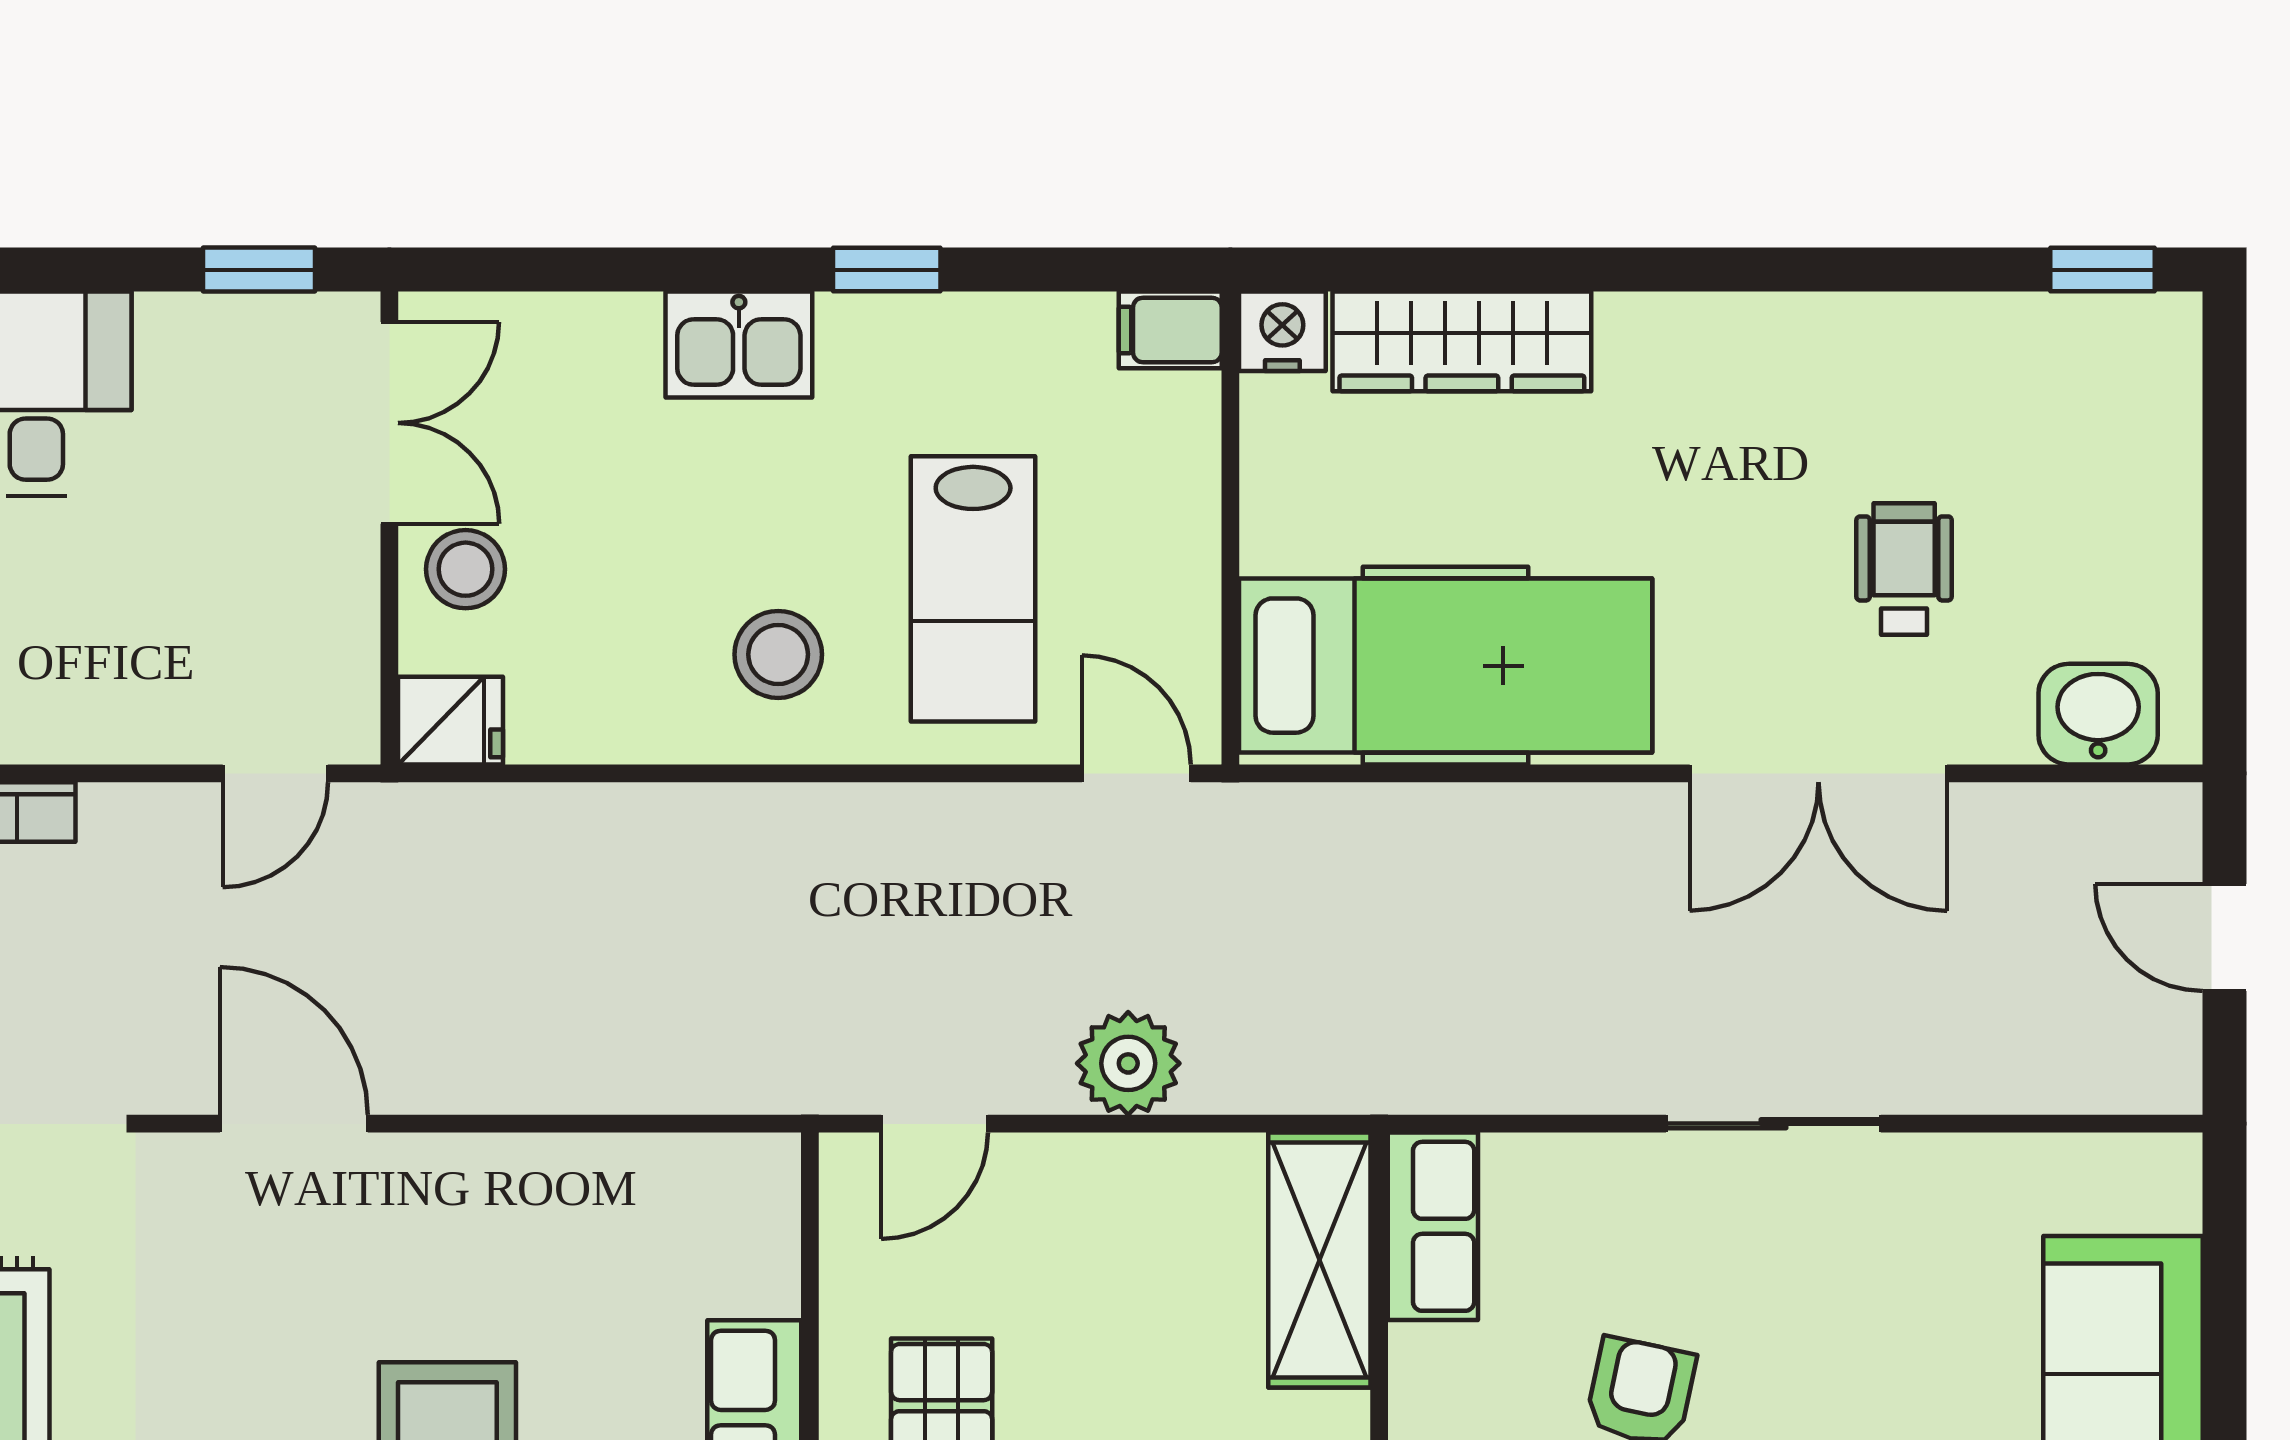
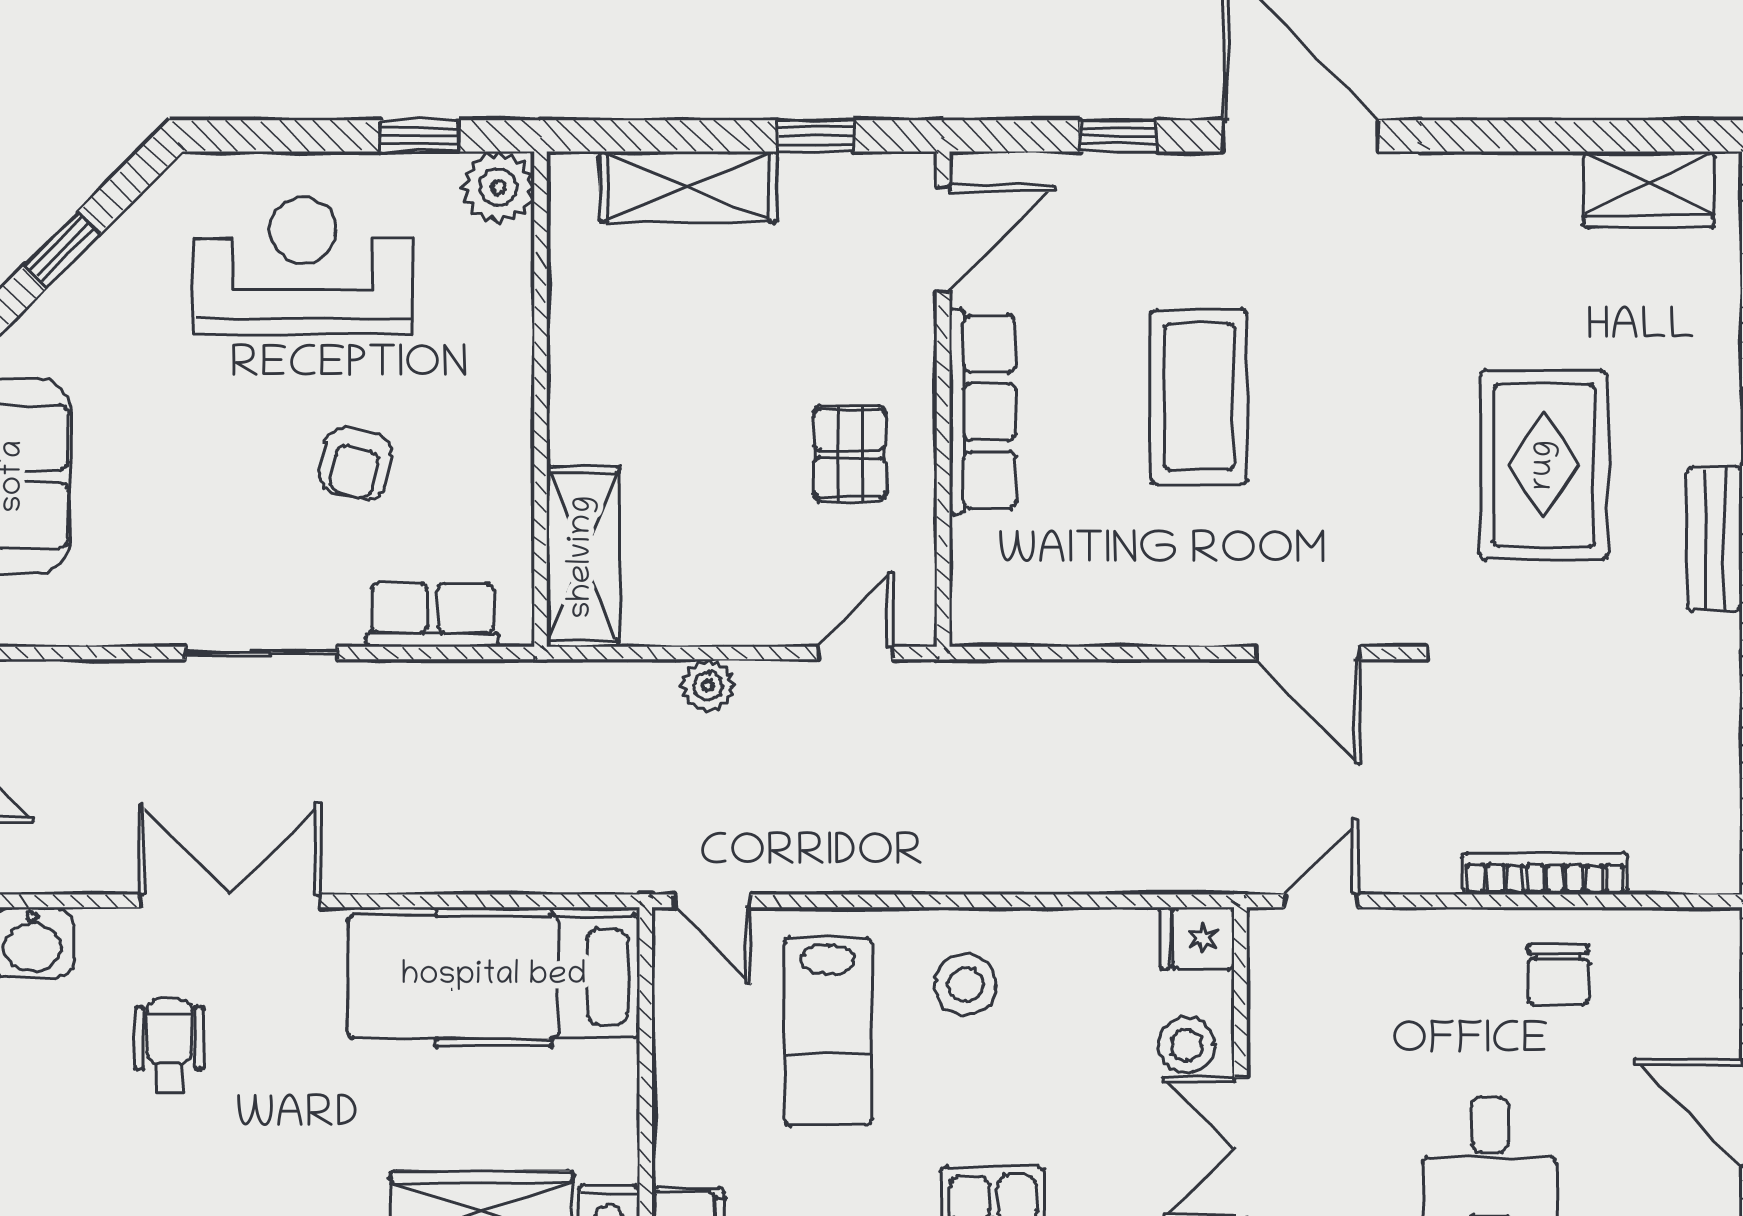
wheelchair: (1904, 569) -> (169, 1045), turned 180
lab bench: (973, 589) -> (828, 1031), turned 180
plant: (1128, 1063) -> (708, 686), width x0.73, depth x0.73
row of seats: (1433, 1226) -> (433, 615), moved, turned 90

